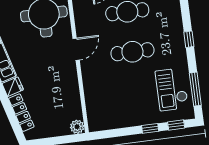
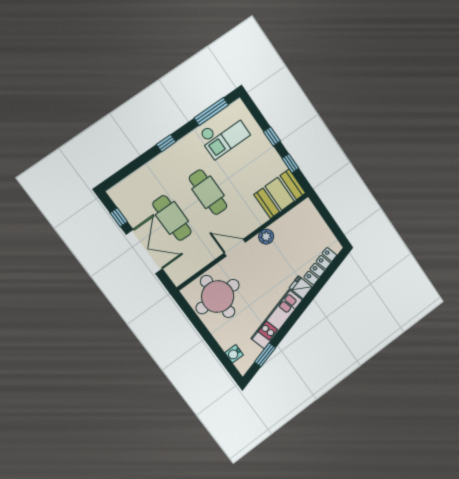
booth: (100, 110) -> (280, 194), added
window: (176, 125) -> (290, 163), moved
plant: (77, 127) -> (266, 237), moved

